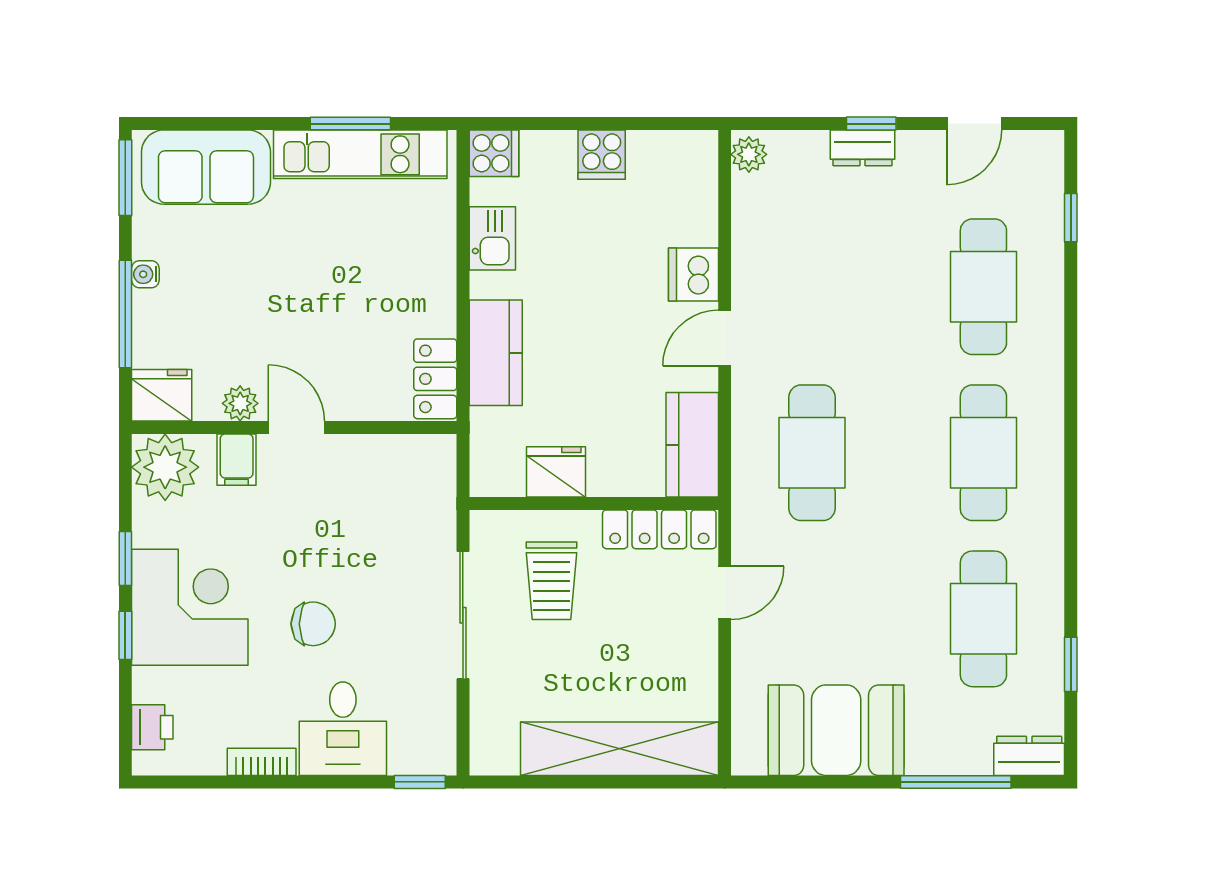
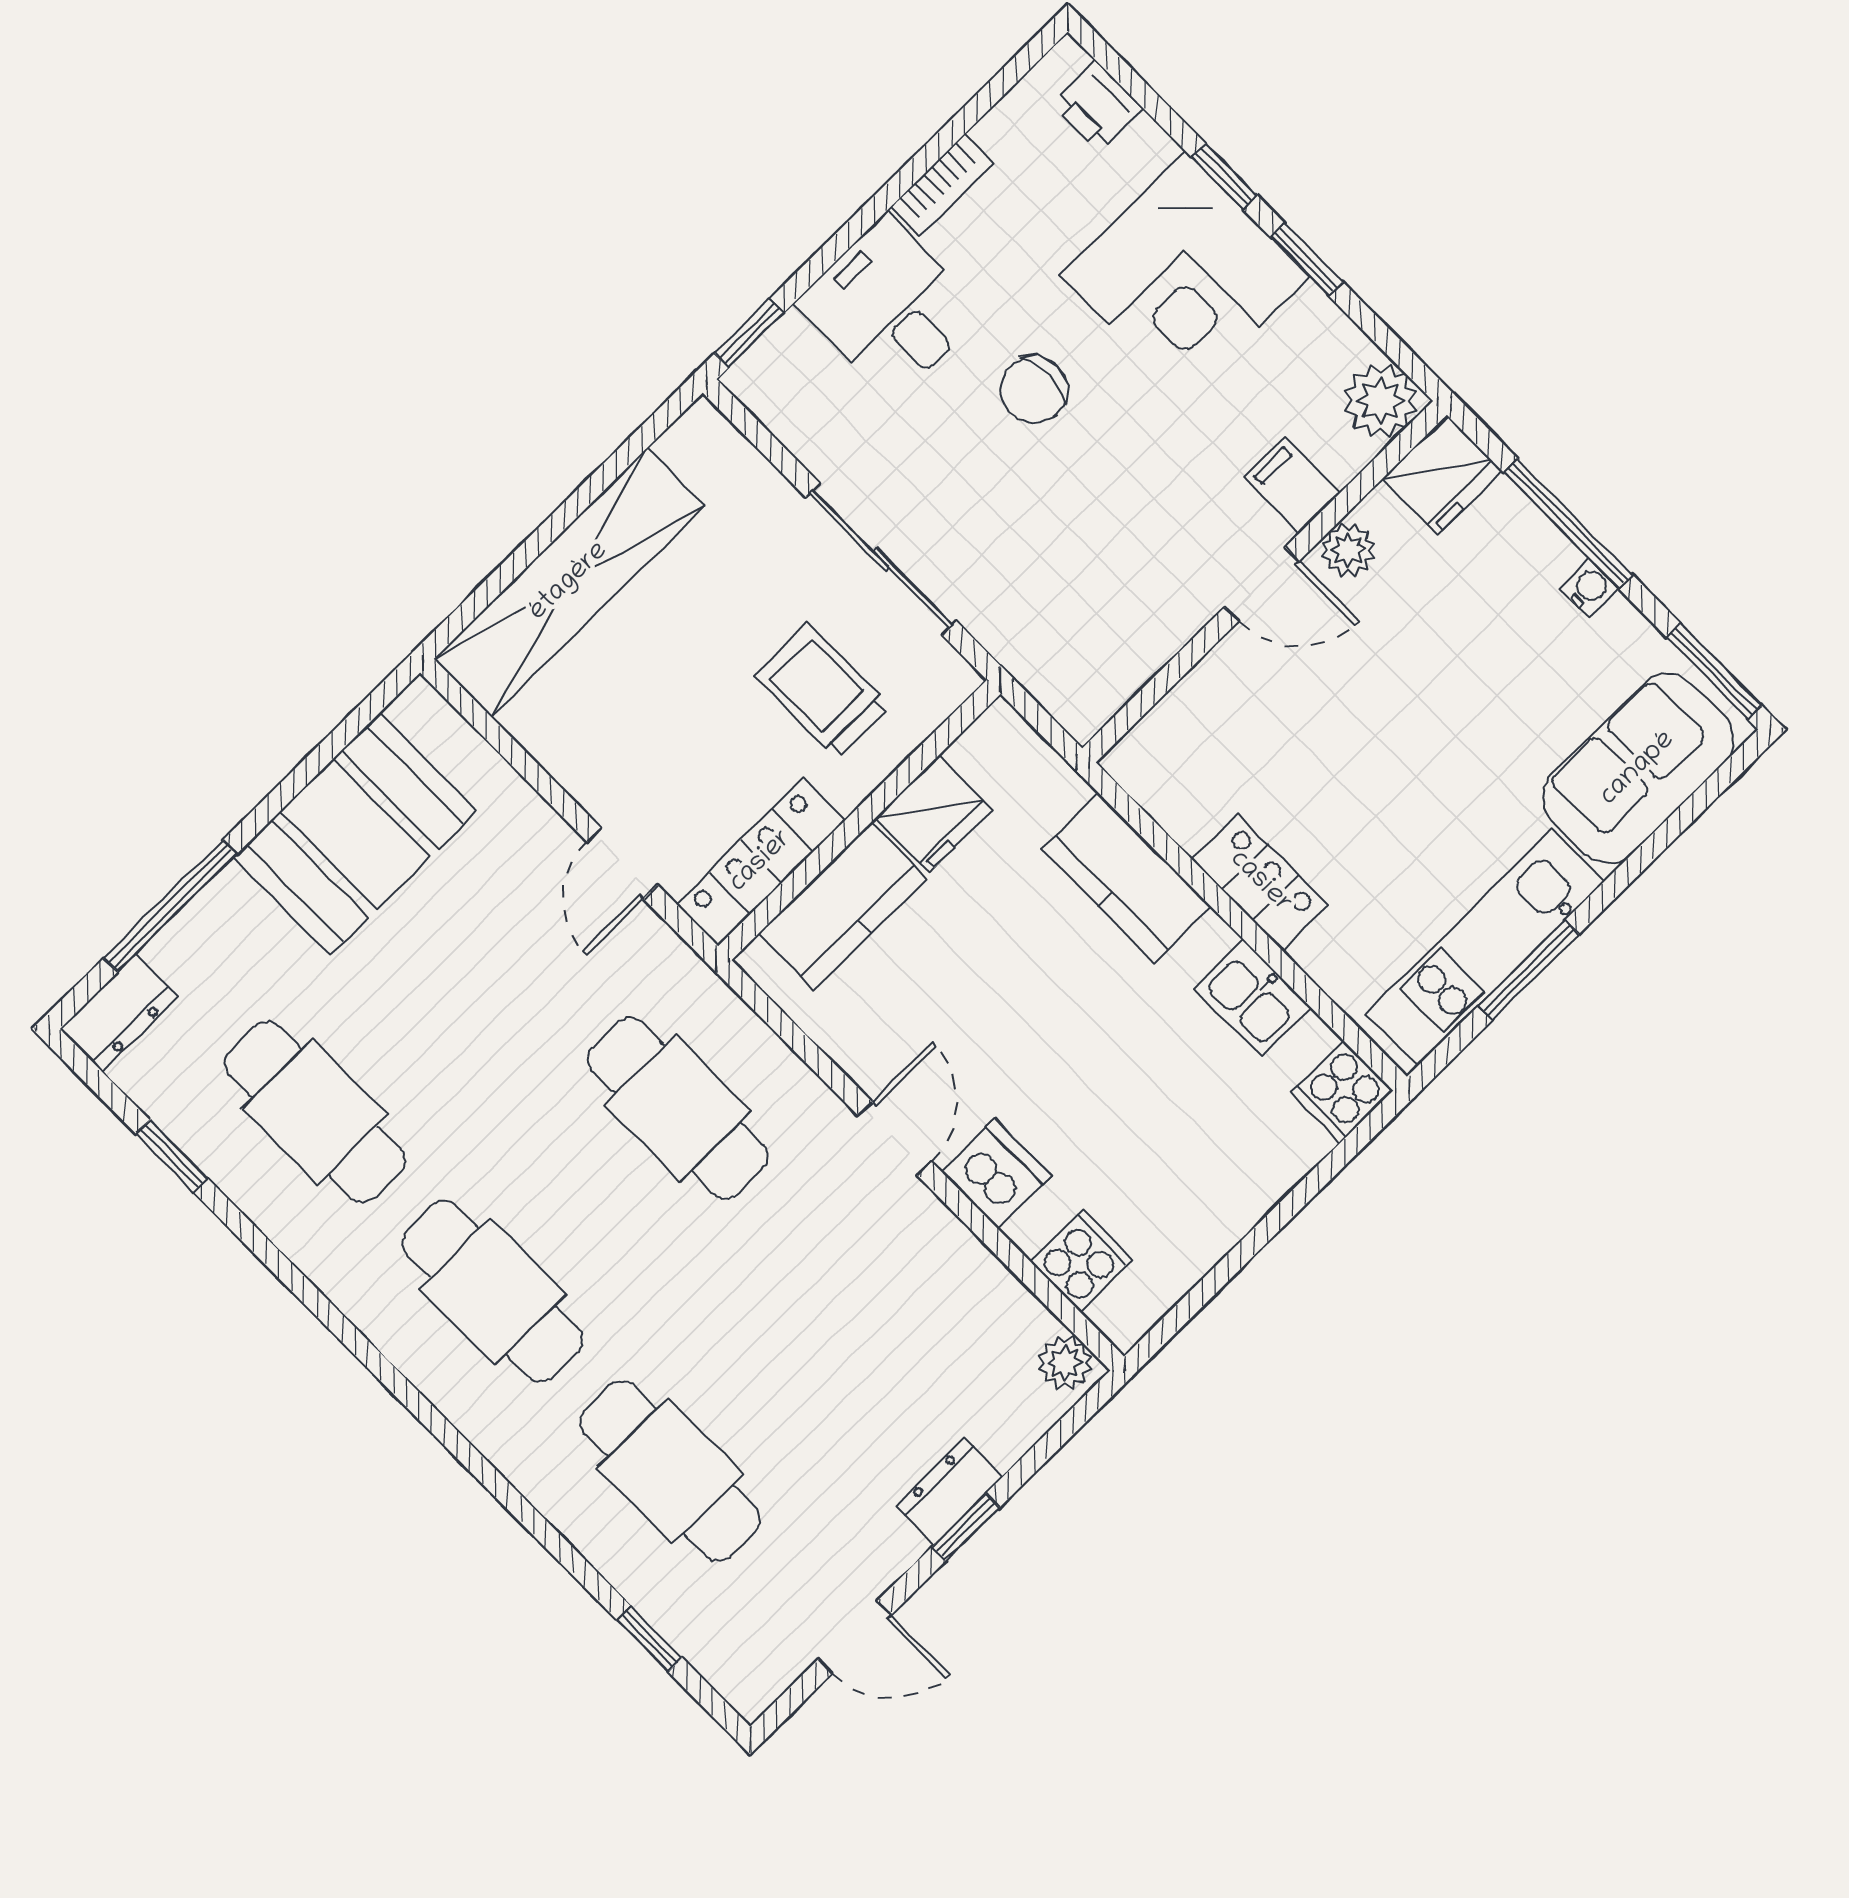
door: (974, 124) -> (855, 1637), swing flipped
cooker: (602, 155) -> (1082, 1261), moved, turned 90
locker: (435, 379) -> (1260, 882), moved
kitchen counter: (692, 445) -> (843, 906), moved, turned 90
plant: (165, 467) -> (1380, 401), width x0.73, depth x0.73

